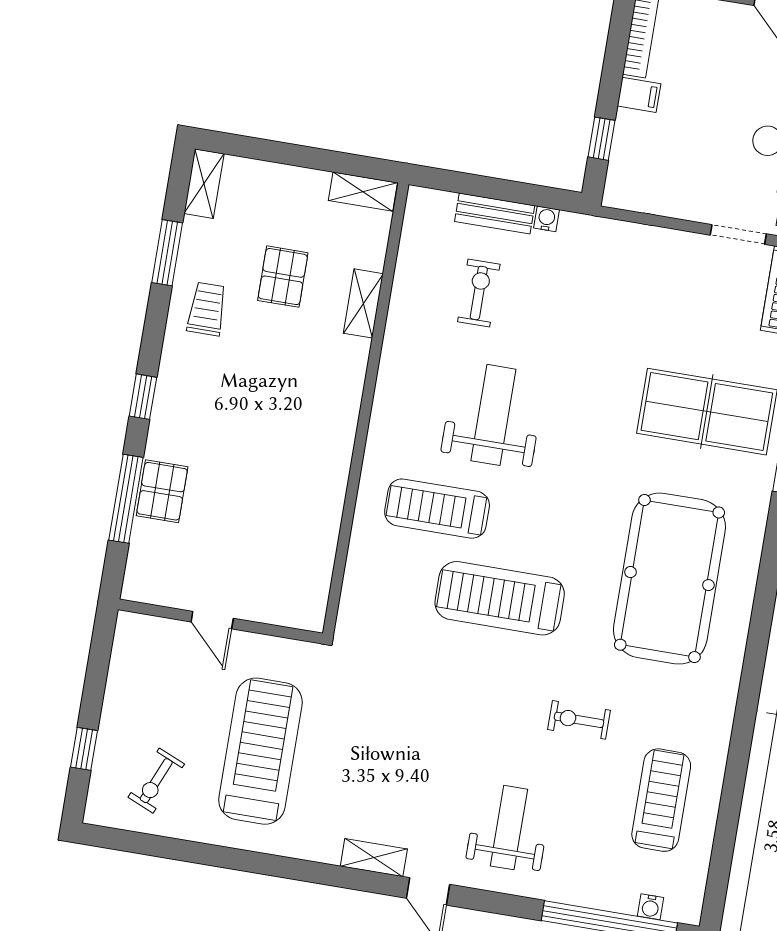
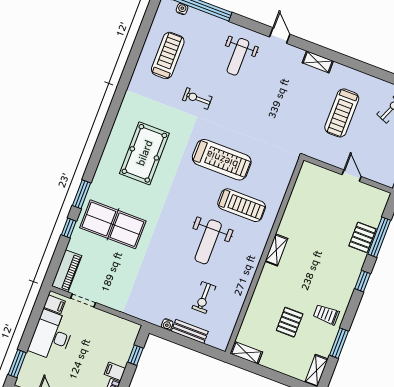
shelving: (363, 303) -> (276, 250), moved
trolley: (207, 309) -> (326, 314), turned 90
pool table: (669, 579) -> (144, 153), width x0.73, depth x0.76
exercise bike: (579, 720) -> (197, 99), turned 180
treadmill: (260, 751) -> (342, 113), width x0.73, depth x0.73
treadmill: (661, 800) -> (168, 55), turned 180
shelving: (374, 858) -> (318, 62), moved

